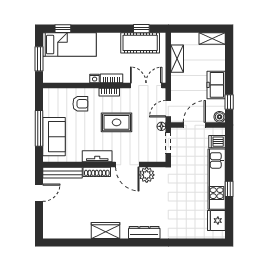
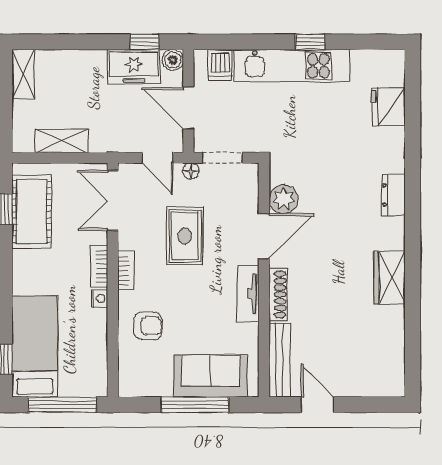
window: (39, 59) -> (62, 405), width x1.44
freezer: (216, 85) -> (134, 67), moved
armchair: (80, 104) -> (148, 326), turned 90
rug: (117, 122) -> (185, 236), moved
fridge: (216, 221) -> (388, 107), moved, turned 90
dresser: (144, 232) -> (393, 195), width x0.70

